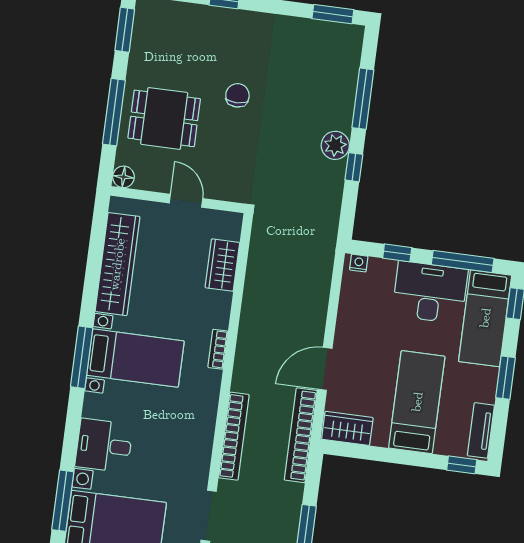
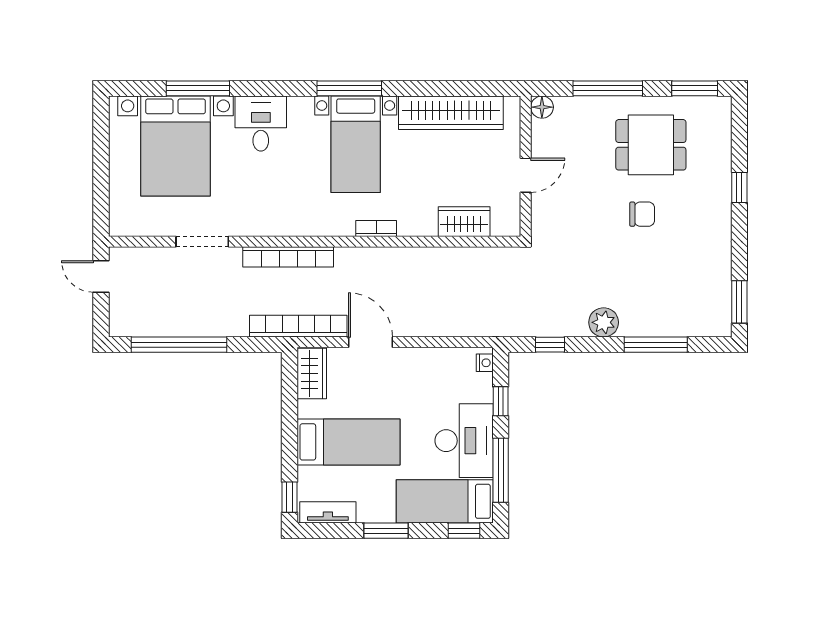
dining table: (164, 118) -> (651, 145), moved, turned 90
window: (354, 167) -> (550, 345), moved

